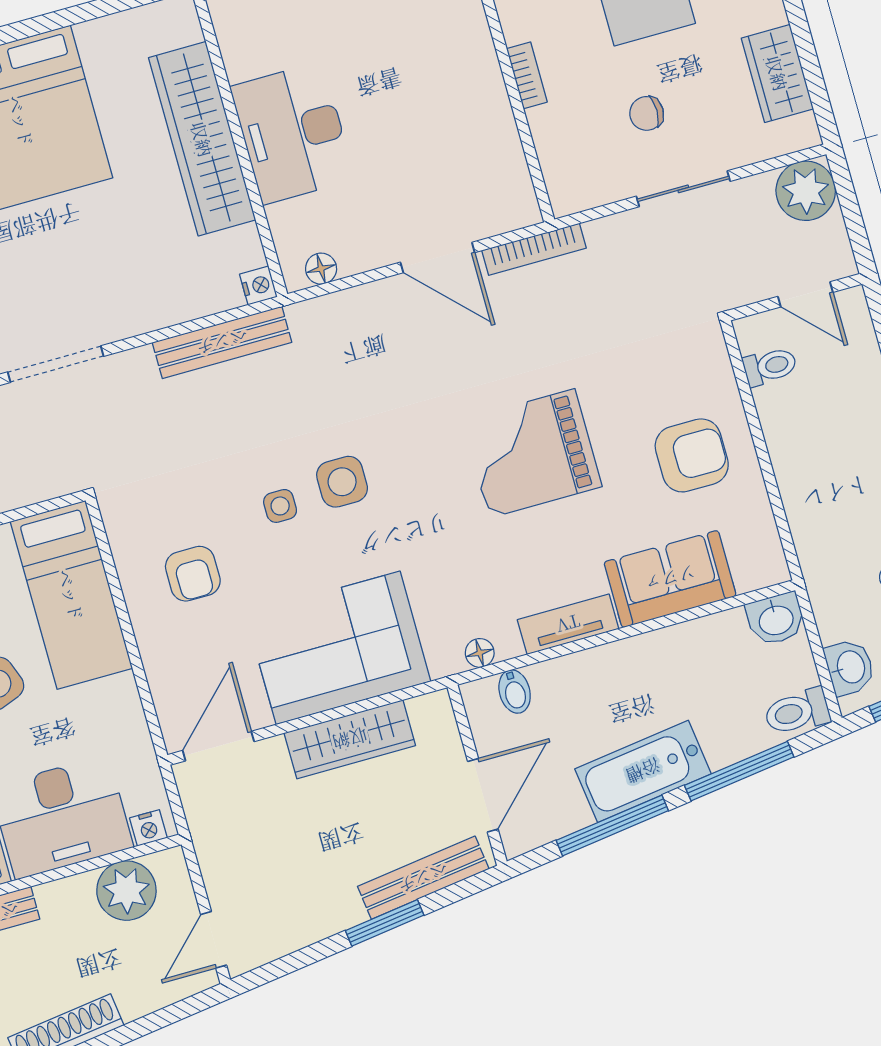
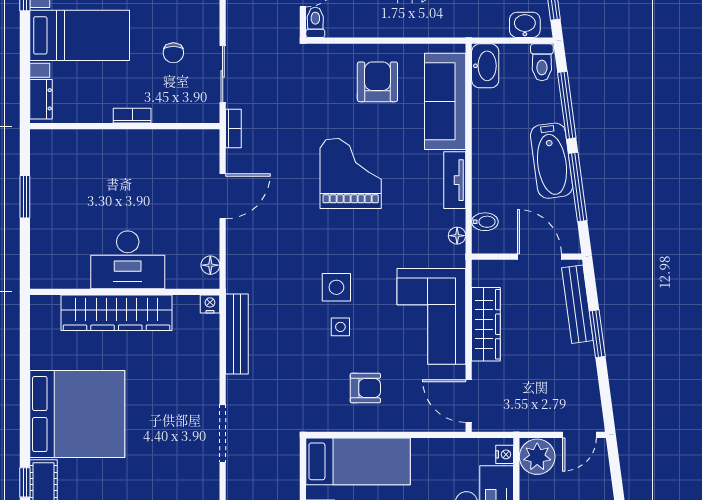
sliding door: (683, 189) -> (223, 74), moved
bookcase: (534, 249) -> (233, 129), width x0.64
toilet: (770, 366) -> (315, 22), moved
grand piano: (532, 453) -> (351, 173), turned 180
sofa: (670, 579) -> (445, 101), width x1.36
washbasin: (776, 619) -> (485, 66), width x1.38
plant: (126, 891) -> (537, 457), moved
door: (214, 940) -> (579, 435), hinge flipped

